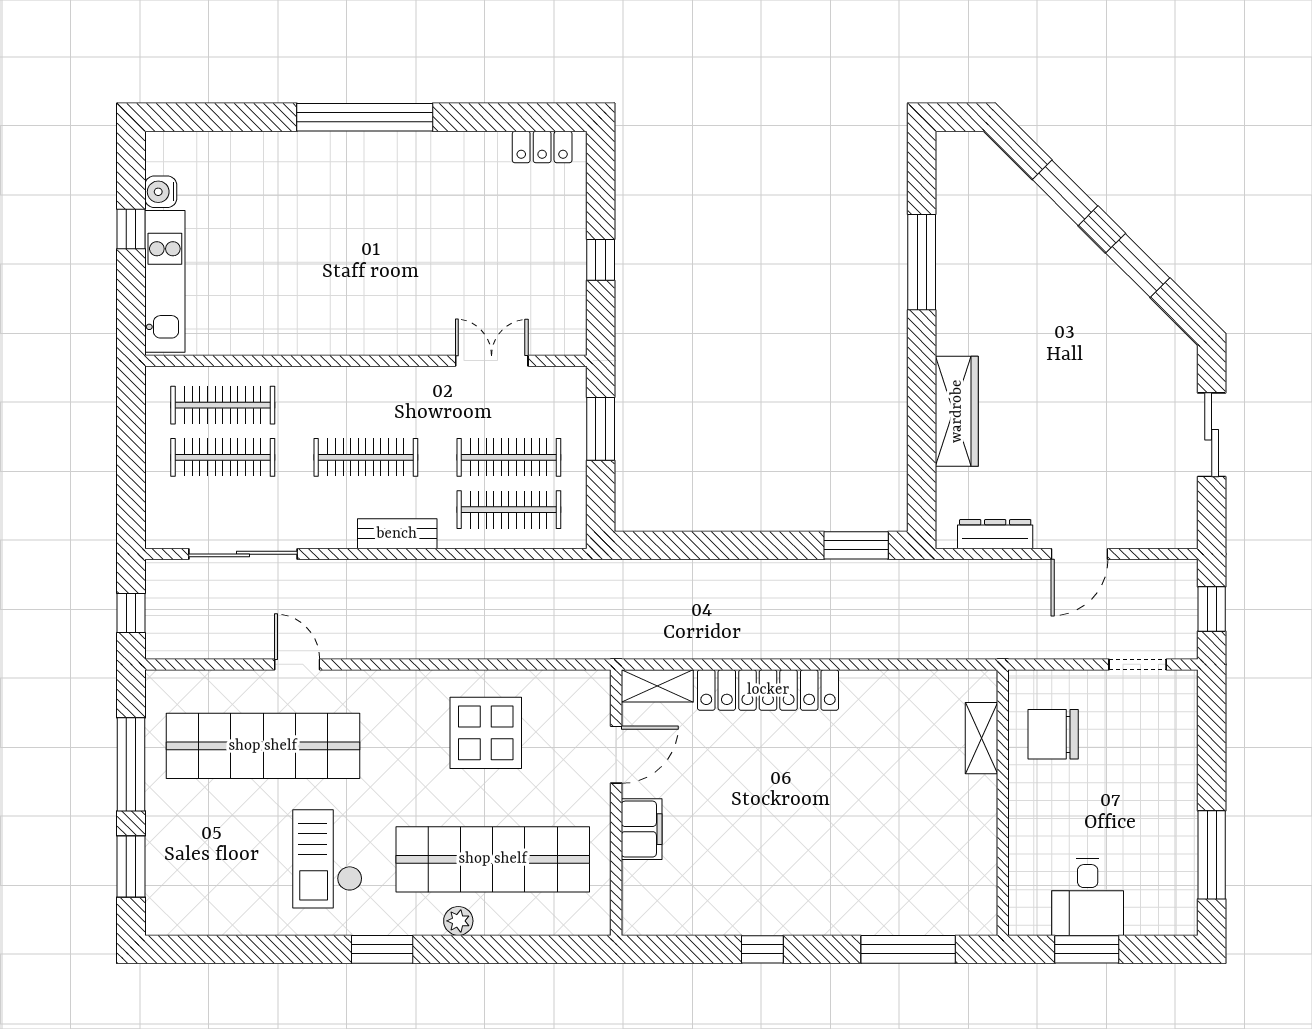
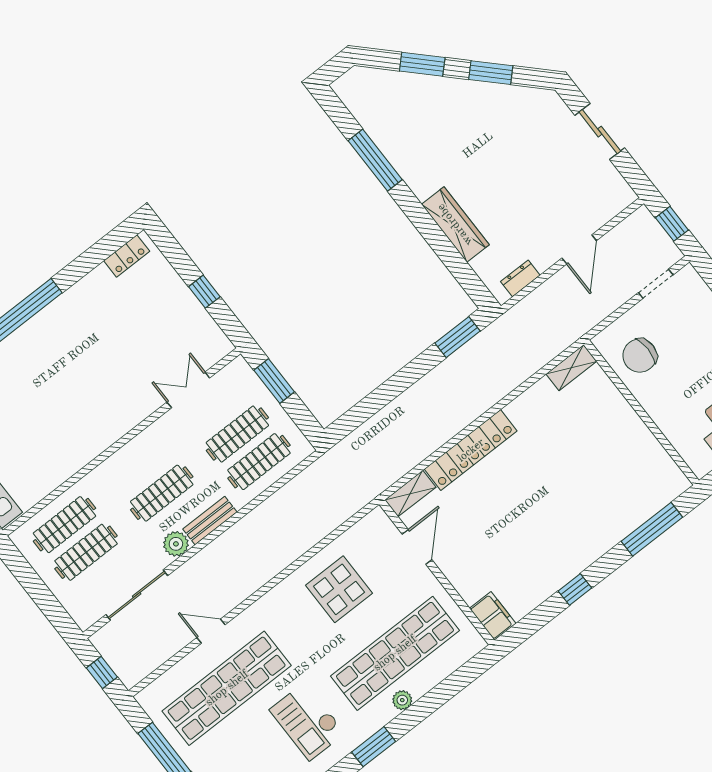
plant: (336, 530) -> (176, 544), added
dresser: (995, 534) -> (520, 278), width x0.70
shelving: (982, 738) -> (571, 368), moved, turned 90
filing cabinet: (642, 829) -> (493, 616), moved

